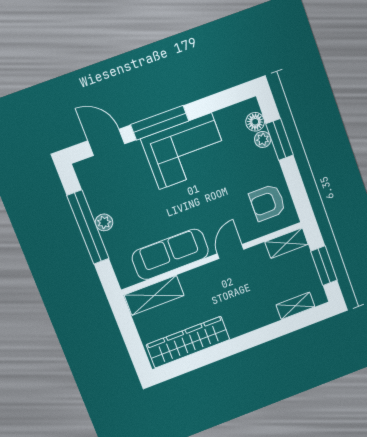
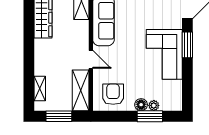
floor lamp: (255, 122) -> (141, 105), moved
window: (160, 123) -> (187, 45), width x0.69
shelving: (287, 243) -> (81, 90), width x1.50, depth x1.33

